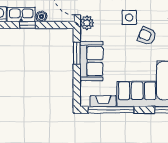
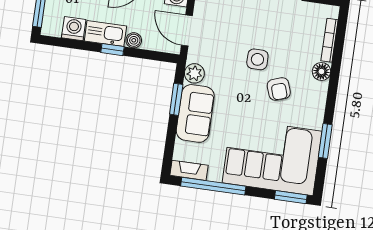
plant: (87, 23) -> (194, 73), moved
armchair: (147, 36) -> (279, 89), turned -131
fireplace: (103, 101) -> (189, 170), moved

